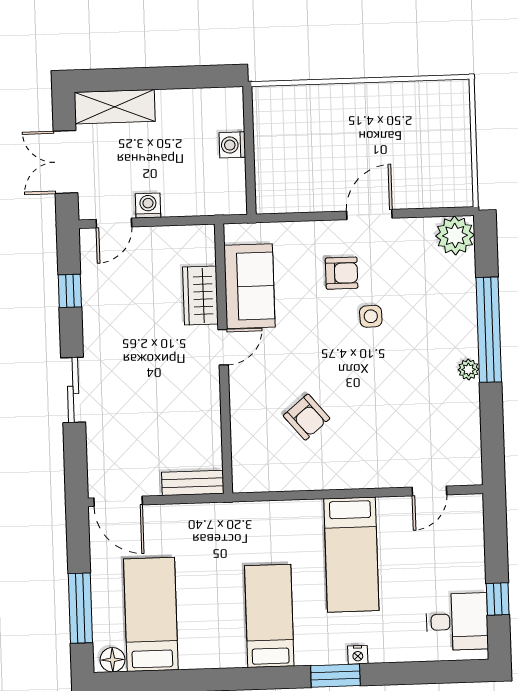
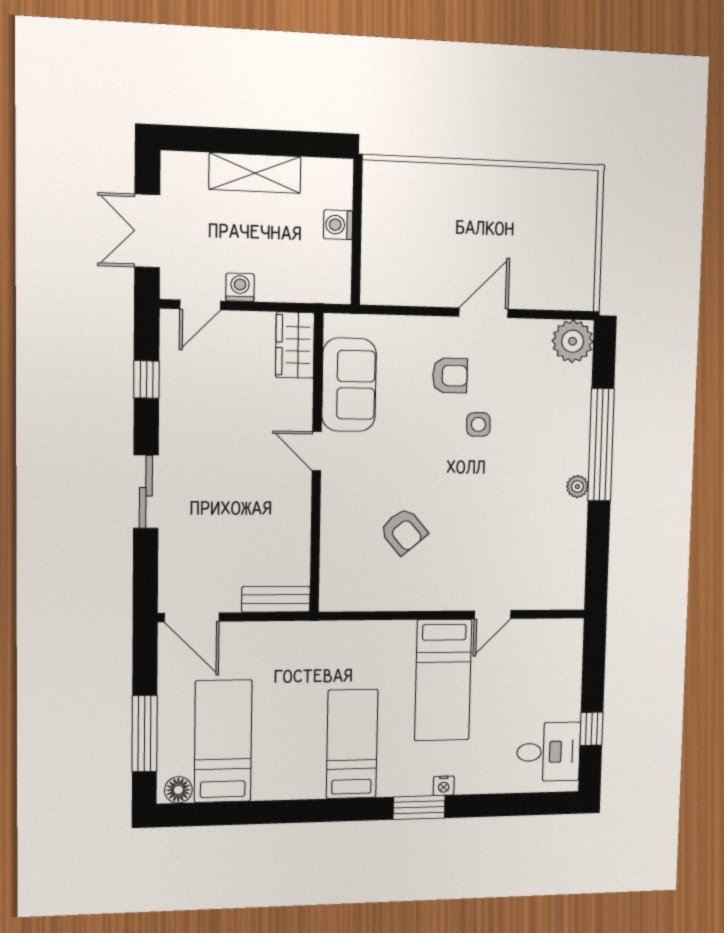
shelving: (115, 107) -> (255, 173), moved
wardrobe: (200, 296) -> (295, 345), moved
door: (223, 347) -> (317, 451), swing flipped
door: (429, 491) -> (492, 615), moved

